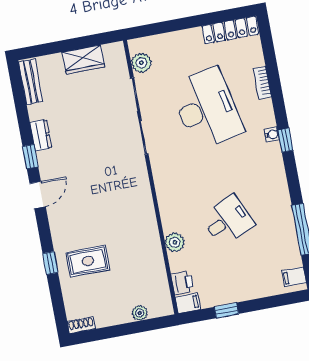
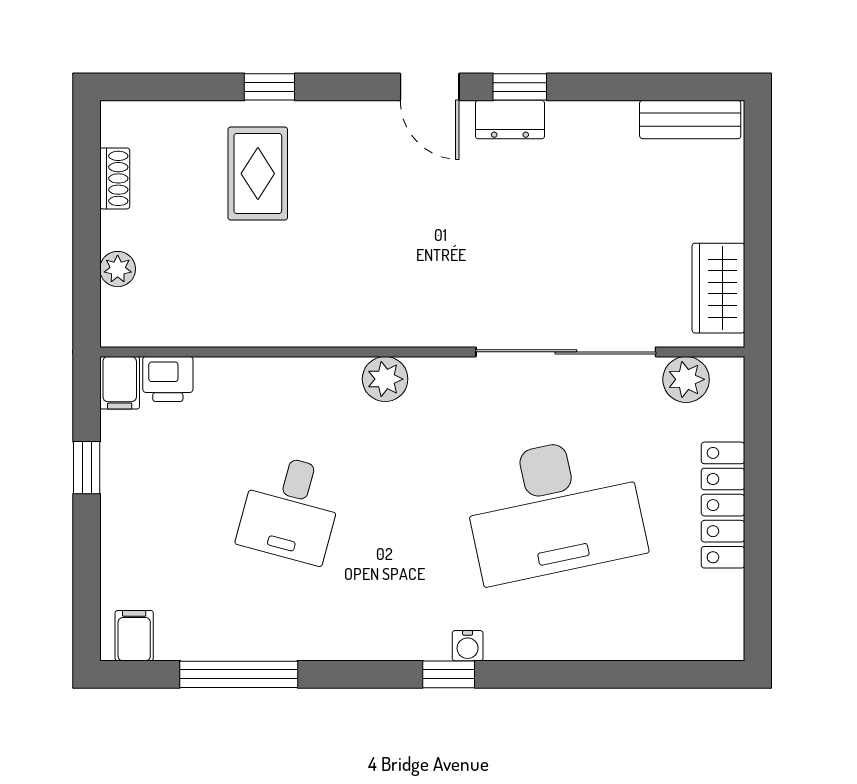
locker: (230, 30) -> (723, 505), moved
wardrobe: (84, 59) -> (718, 288), moved
bookcase: (262, 83) -> (590, 646), removed
dresser: (41, 135) -> (510, 120), moved
desk: (228, 220) -> (291, 509), turned 39
plant: (175, 242) -> (385, 379), moved
shoe rack: (81, 325) -> (115, 178), moved

